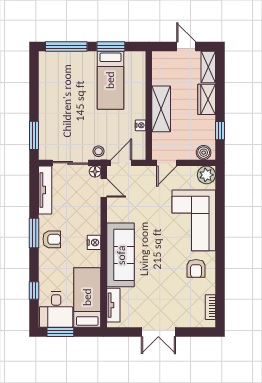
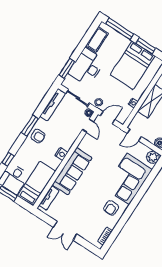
cot: (48, 77) -> (97, 40), added
bed: (110, 80) -> (133, 65), width x1.50
desk: (57, 118) -> (87, 67), added

